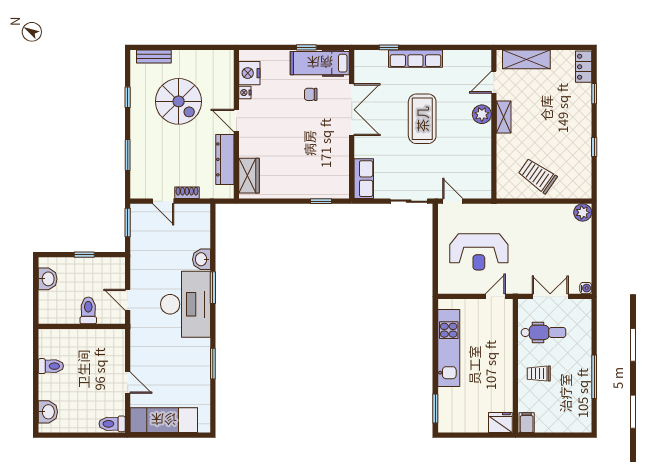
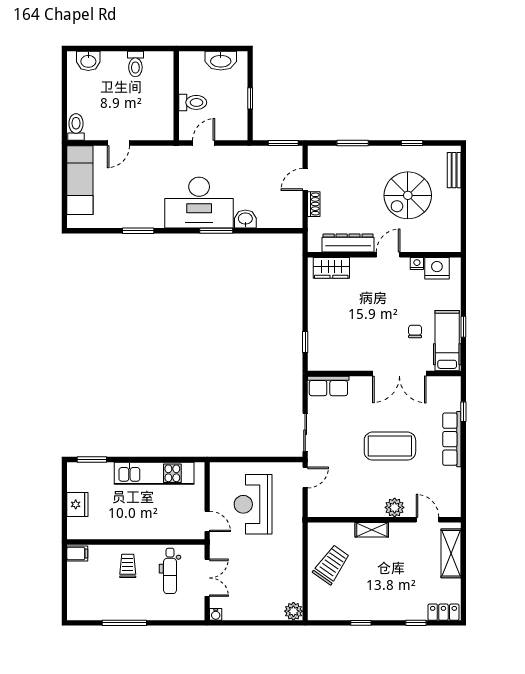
shelving: (504, 117) -> (372, 530), moved
washbasin: (48, 279) -> (221, 61), width x1.38
fridge: (500, 423) -> (77, 504), moved

